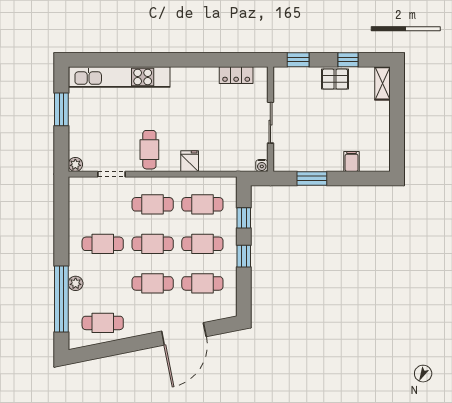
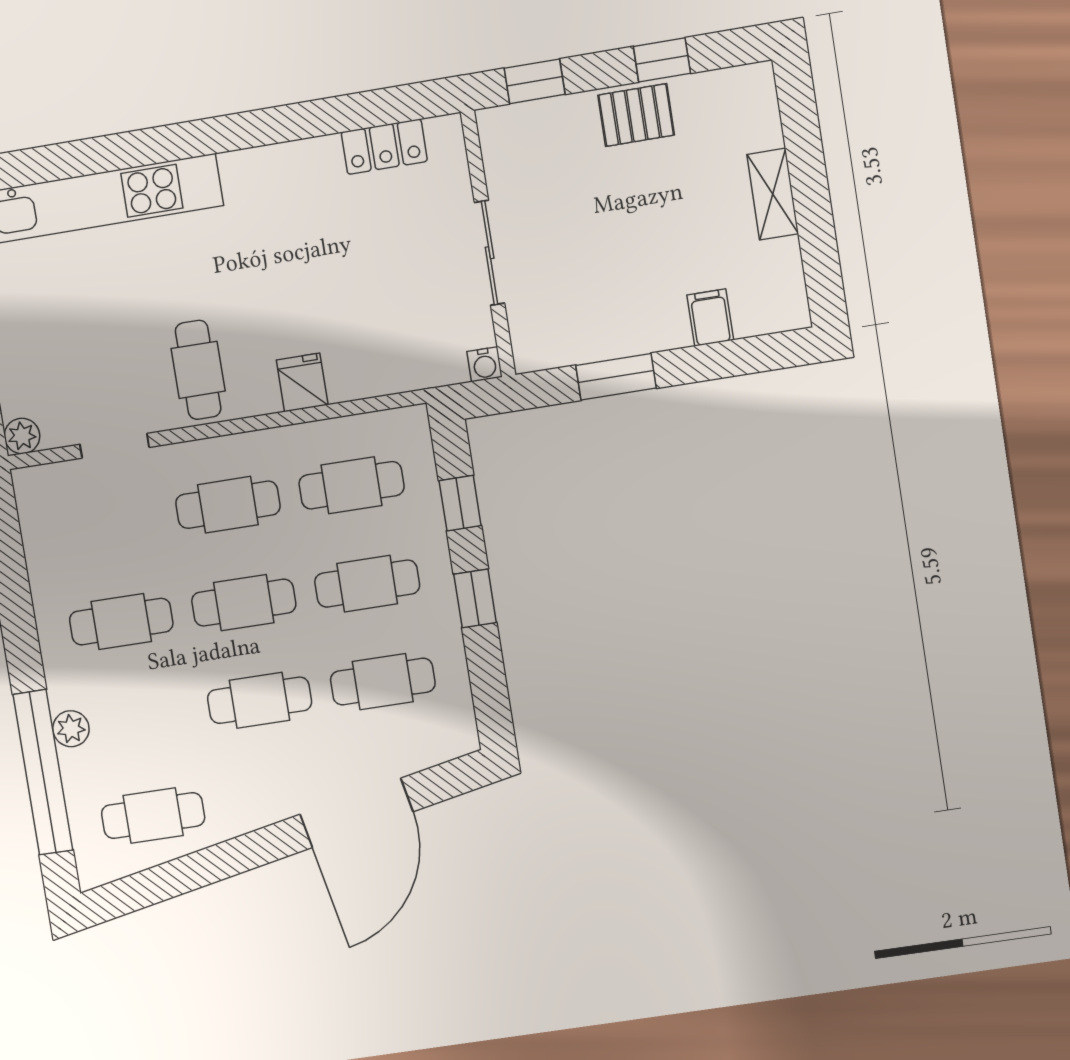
shelving: (383, 83) -> (773, 194), moved

